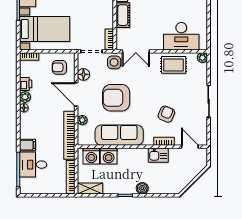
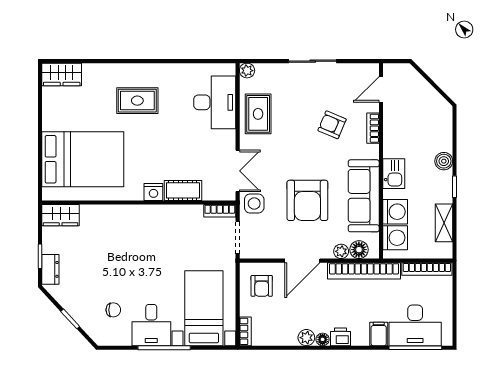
floor lamp: (83, 74) -> (359, 250), moved
printer: (26, 84) -> (340, 337), moved
kitchen sink: (158, 155) -> (394, 174), moved
desk: (33, 165) -> (415, 325), width x1.37
shelving: (90, 188) -> (444, 223), moved

